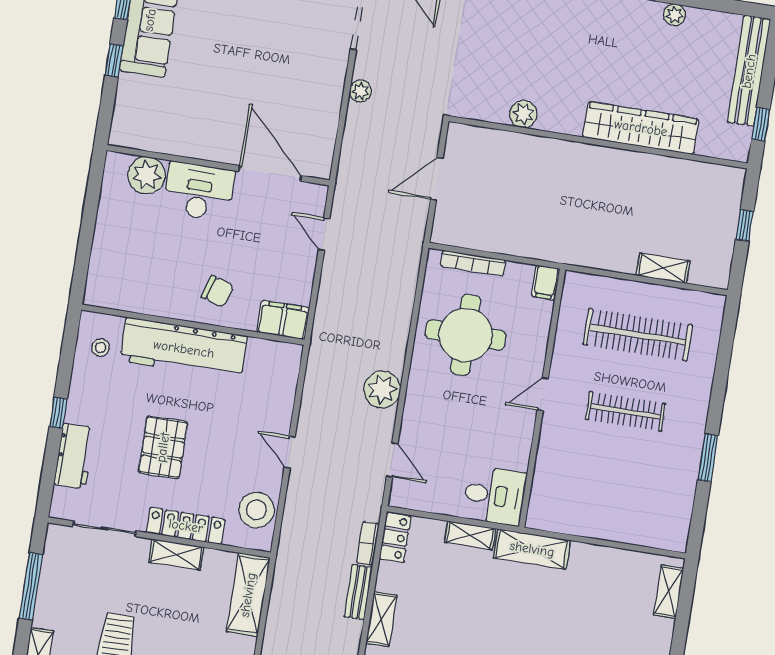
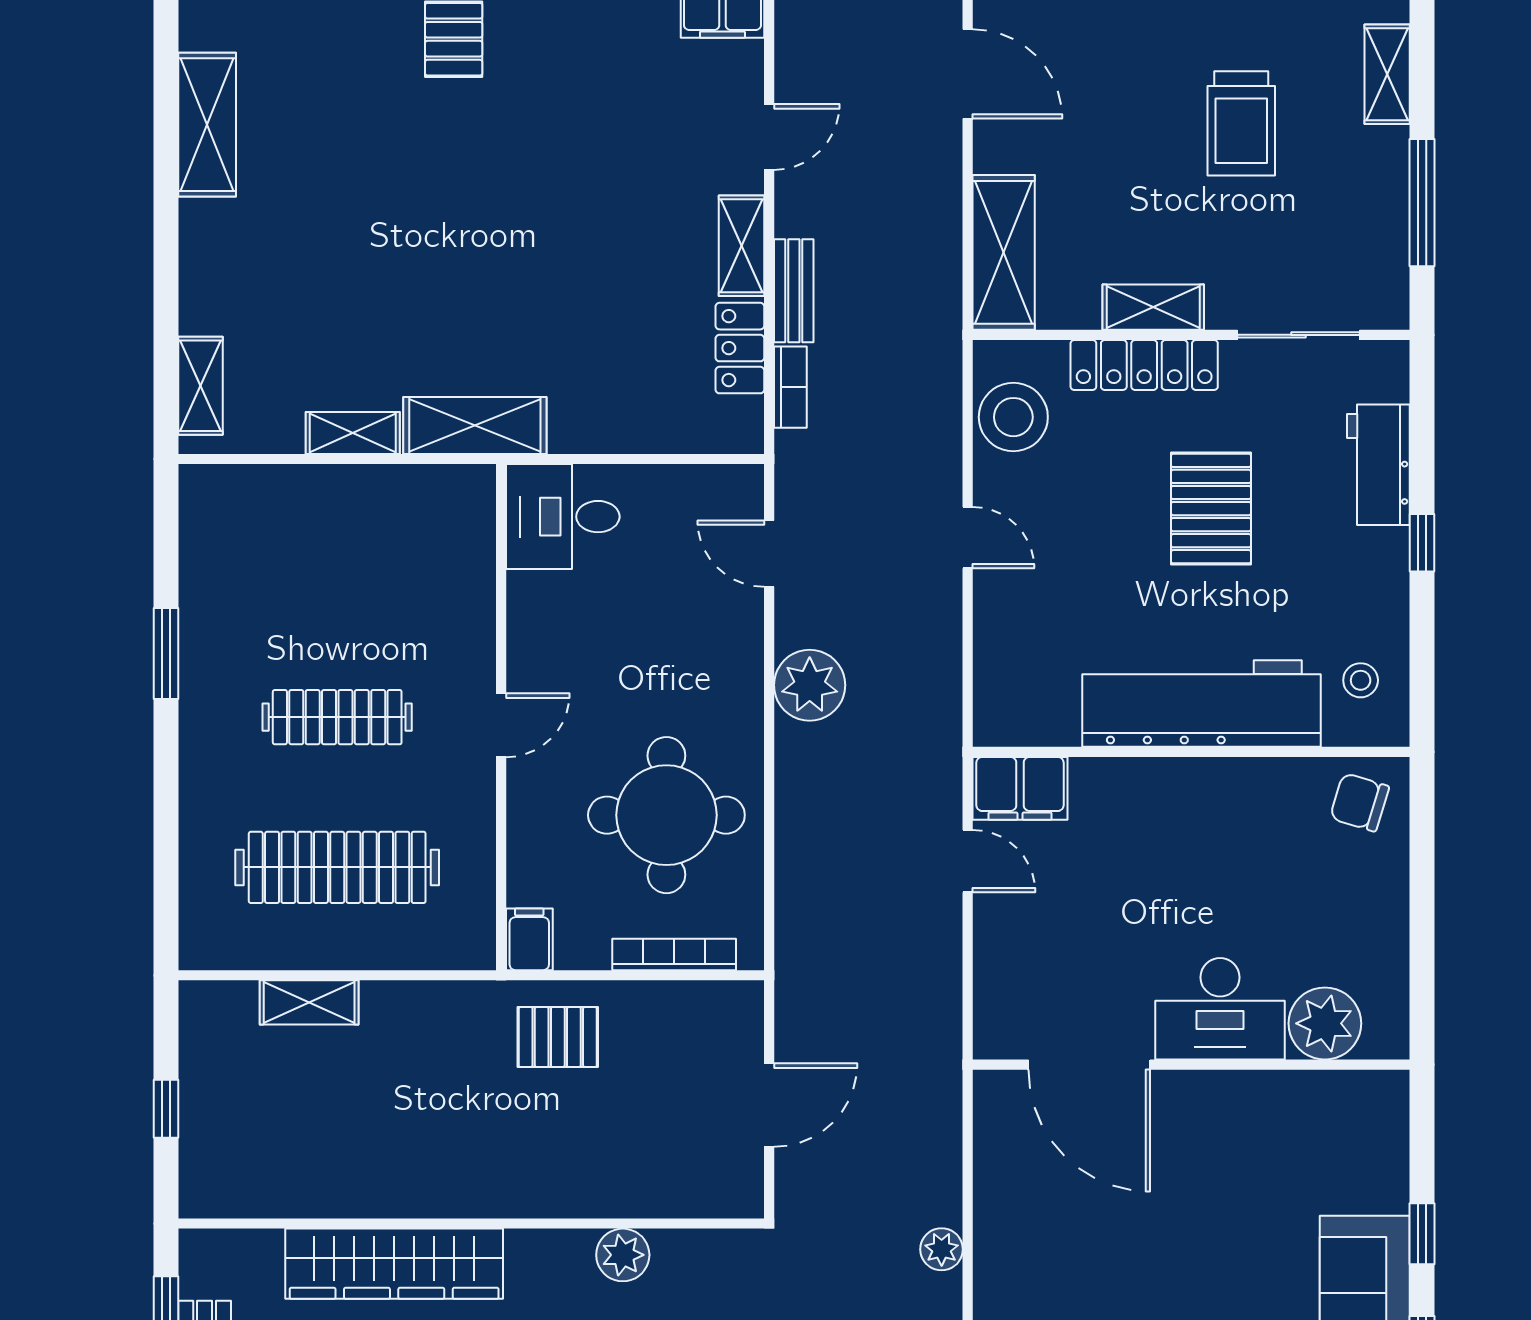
pallet: (539, 230) -> (558, 1037), added
door: (324, 234) -> (968, 861), moved
chair: (217, 291) -> (1359, 802), moved
shelving: (470, 535) -> (353, 433), moved
locker: (395, 538) -> (740, 348), moved

